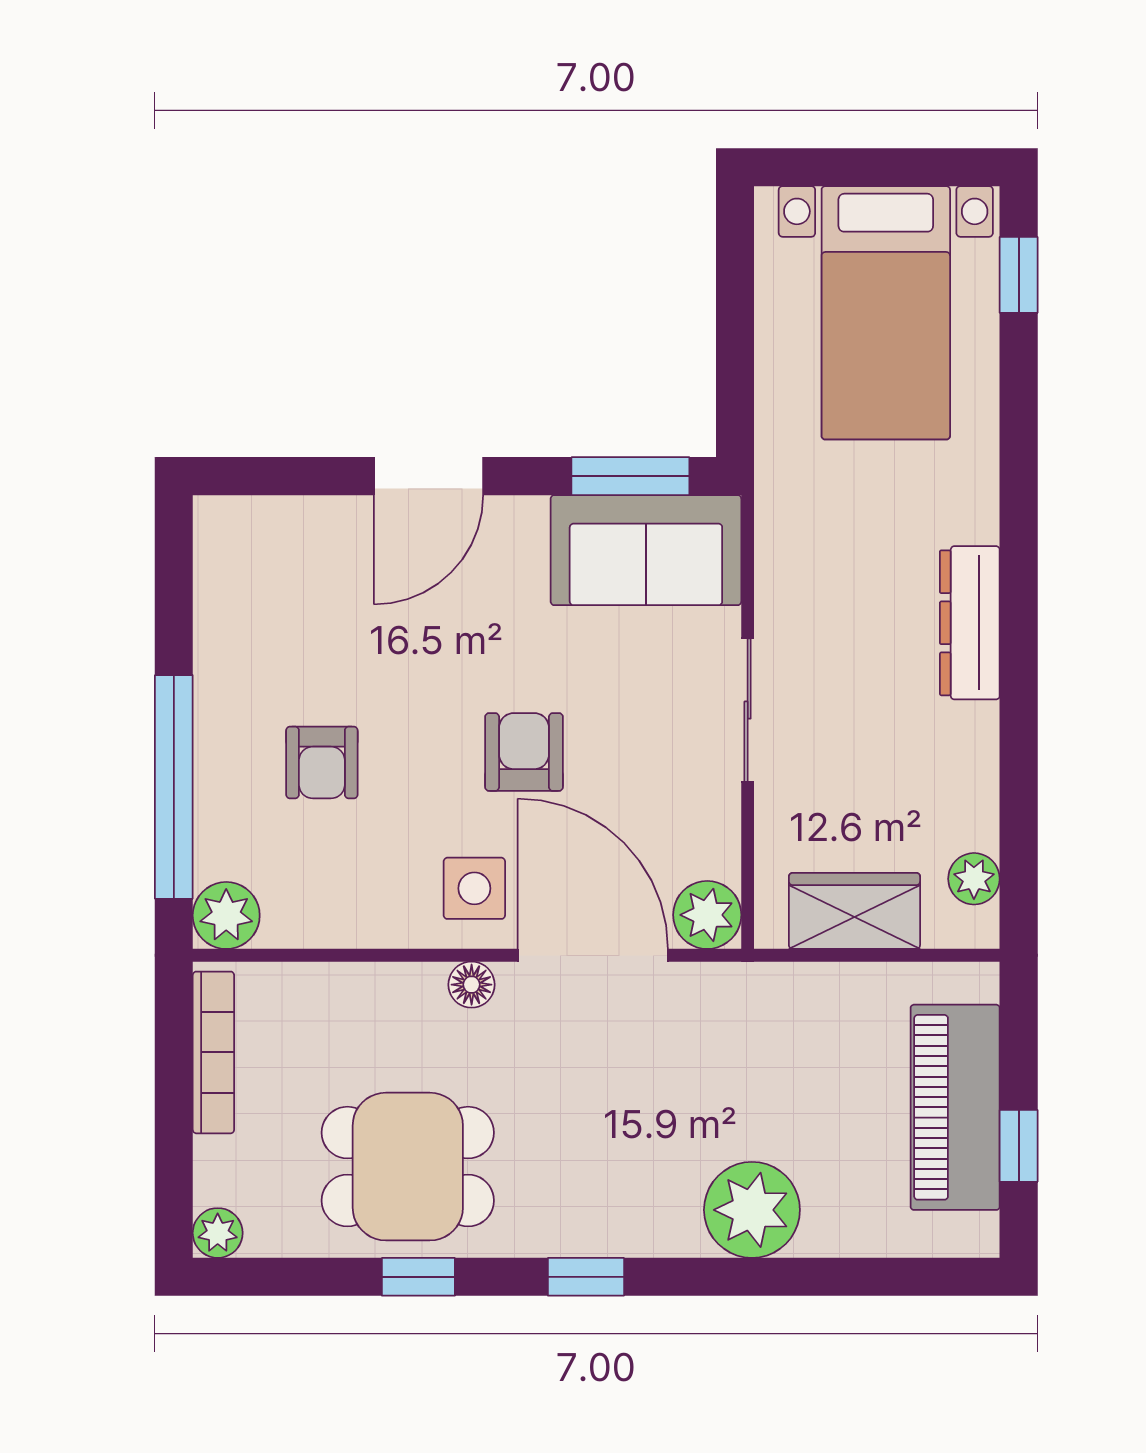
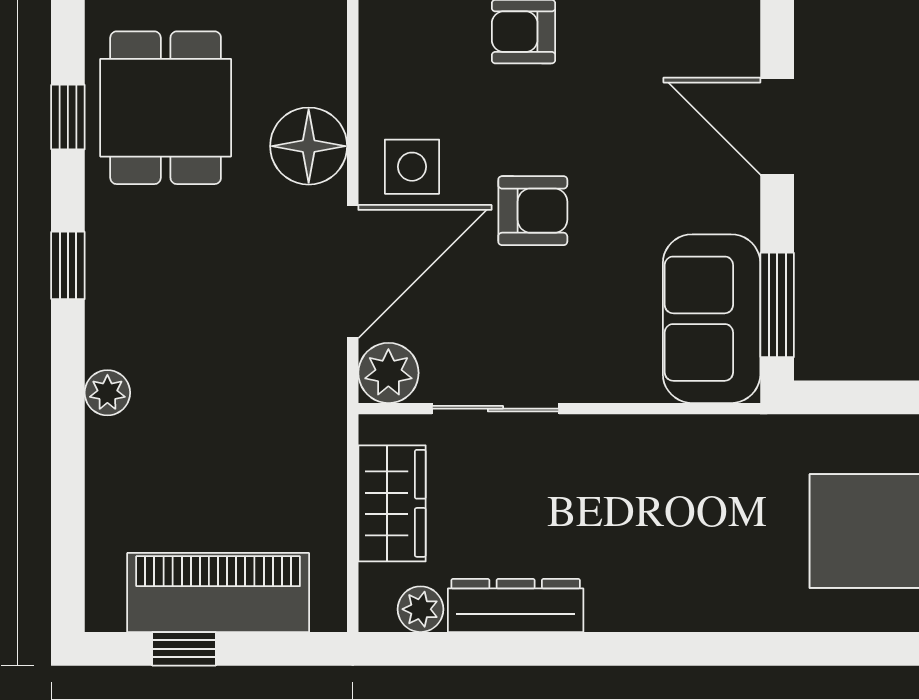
dresser: (970, 623) -> (516, 605), moved
sliding door: (748, 710) -> (495, 409), moved
floor lamp: (472, 985) -> (309, 146), width x1.89, depth x1.89
plant: (752, 1210) -> (107, 393), width x0.53, depth x0.53

